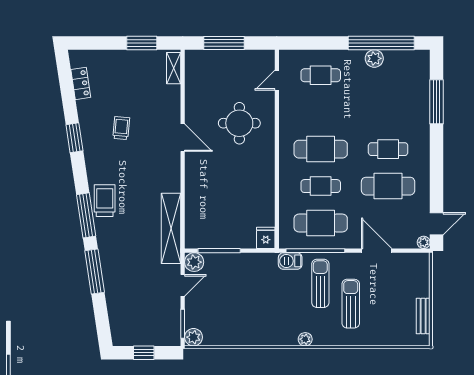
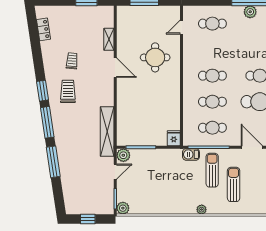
shelving: (174, 68) -> (109, 39), moved
window: (74, 138) -> (42, 91), moved
cafe table: (321, 149) -> (212, 76), width x0.73, depth x0.74
trolley: (105, 201) -> (68, 91), moved
cafe table: (321, 223) -> (212, 128), width x0.73, depth x0.74

